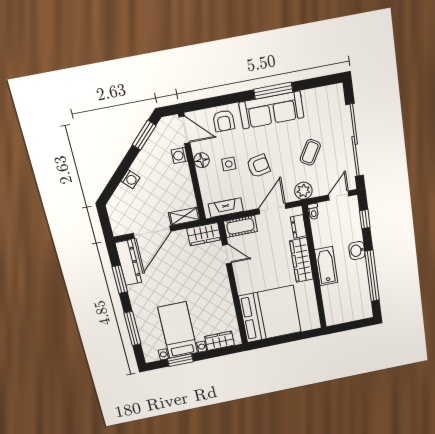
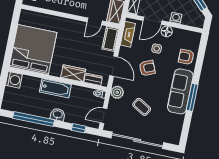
door: (184, 130) -> (152, 21), moved
armchair: (258, 166) -> (147, 68), turned -102
door: (339, 196) -> (103, 116), swing flipped
wardrobe: (301, 260) -> (73, 73), width x0.67
bed: (270, 314) -> (33, 50), moved, turned 180
washing machine: (334, 316) -> (14, 80), added

